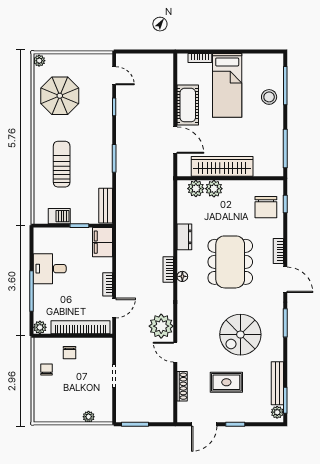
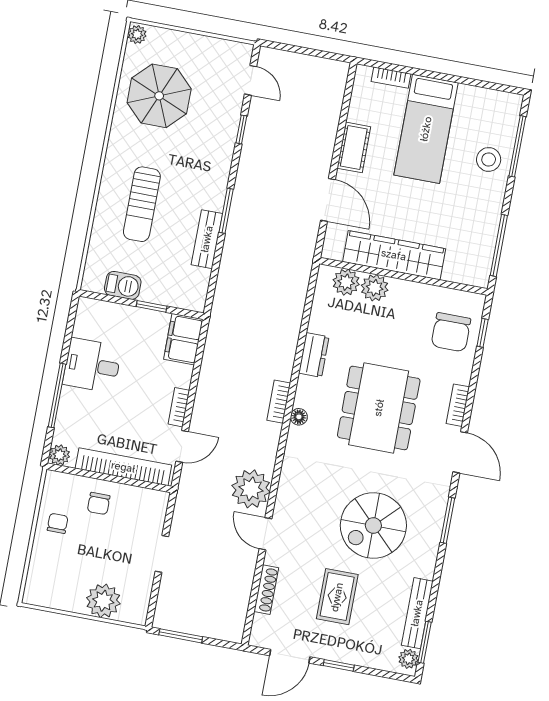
cot: (188, 105) -> (354, 147), width x0.73, depth x0.75
sun lounger: (62, 164) -> (142, 204), turned 180
bench: (106, 206) -> (207, 239), moved
rug: (226, 382) -> (337, 597), turned 90
plant: (89, 417) -> (103, 601), width x1.88, depth x1.88

